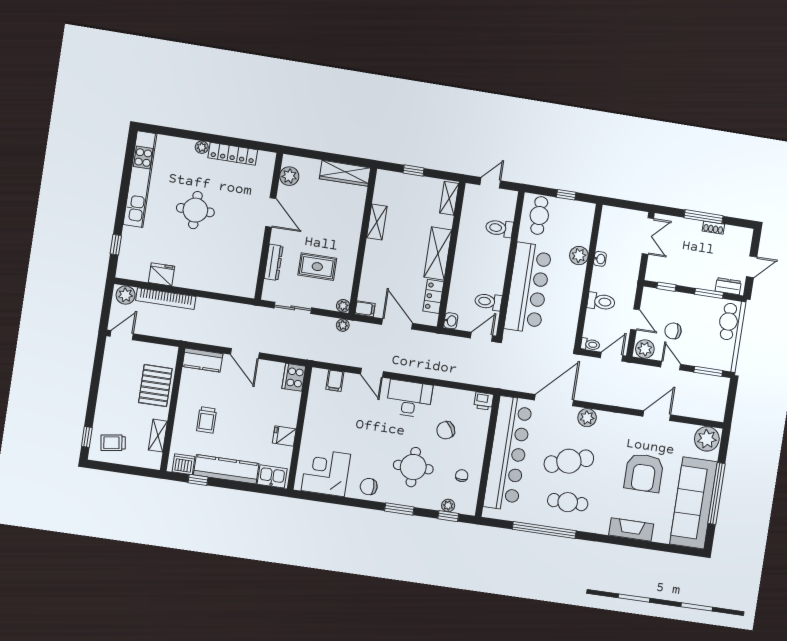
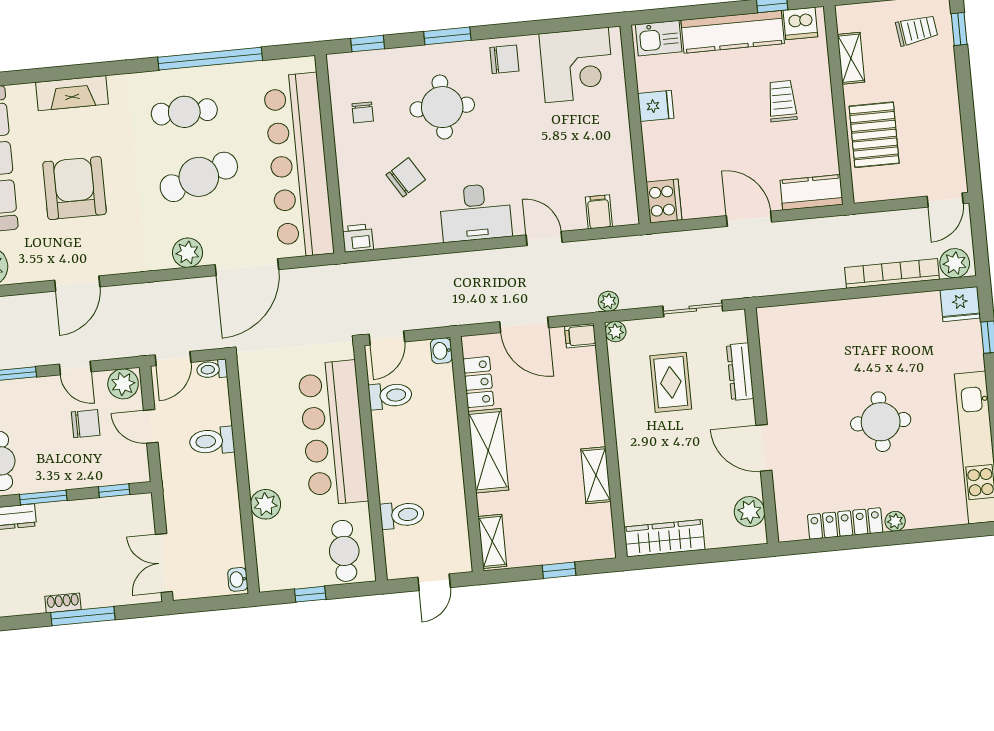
washbasin: (600, 259) -> (238, 579), moved
rug: (317, 267) -> (671, 382), turned 90
fridge: (162, 274) -> (960, 304), moved
plant: (448, 505) -> (372, 60), removed

